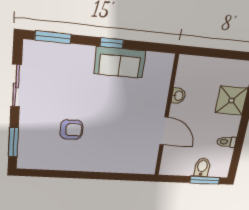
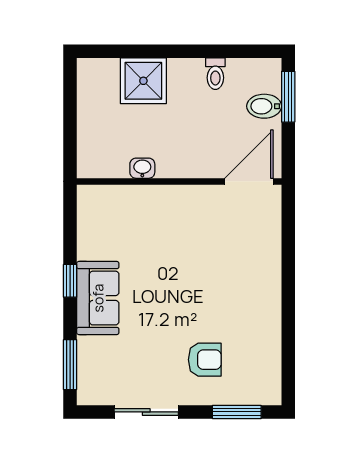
sofa: (120, 62) -> (98, 298), moved
armchair: (71, 130) -> (205, 360), moved, turned 90
door: (164, 131) -> (249, 181), moved

